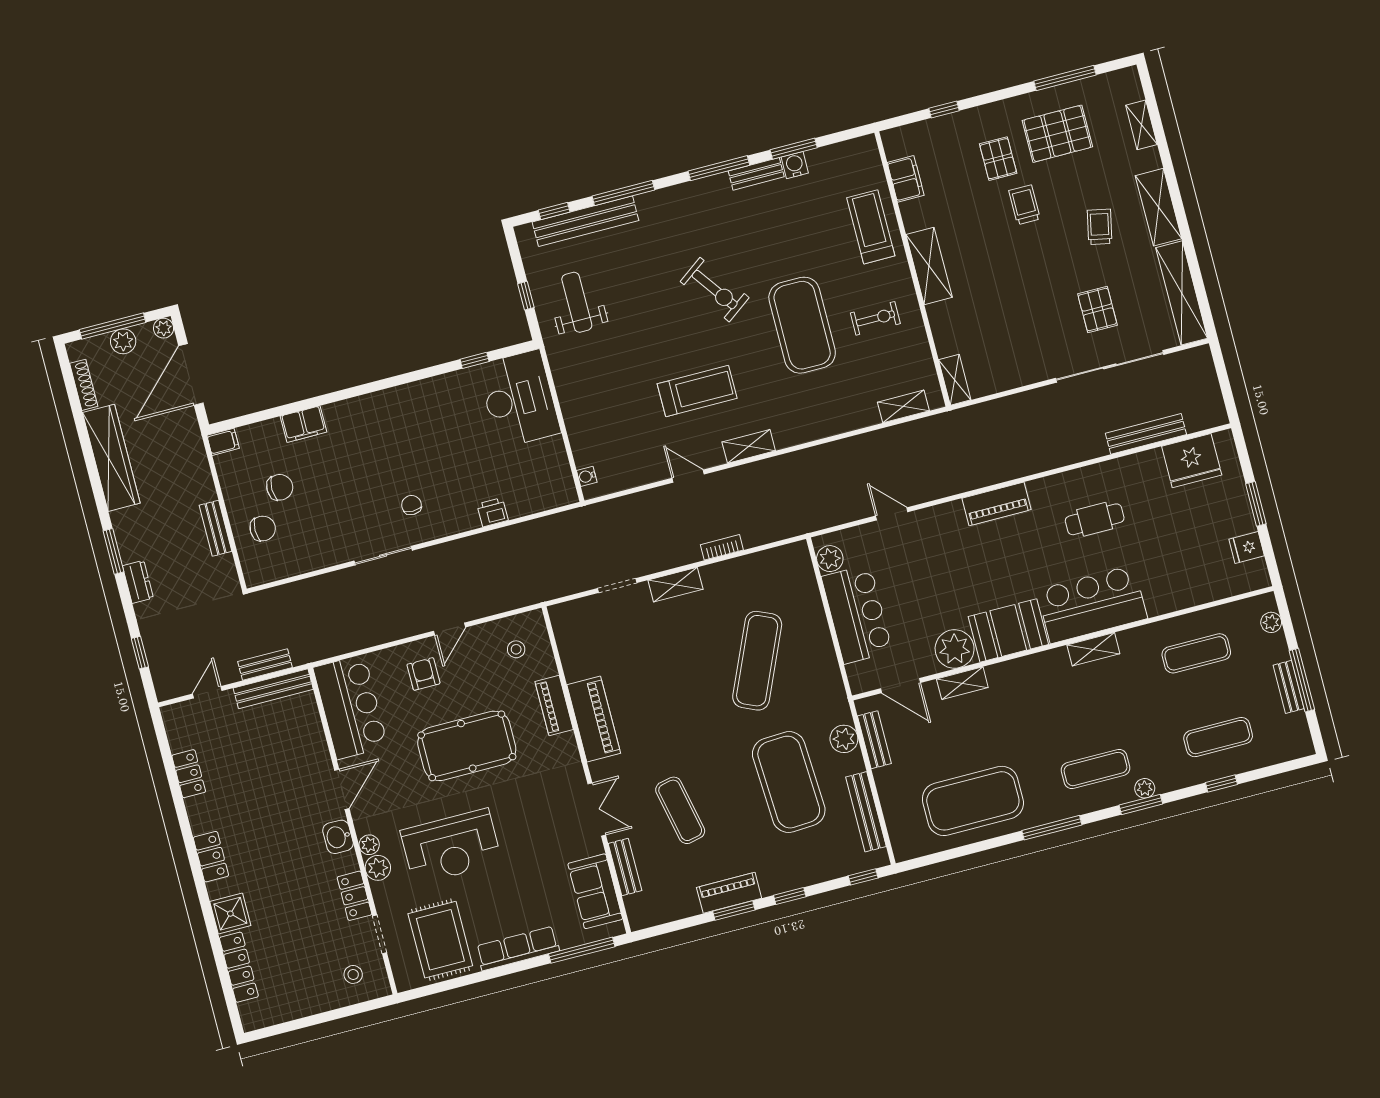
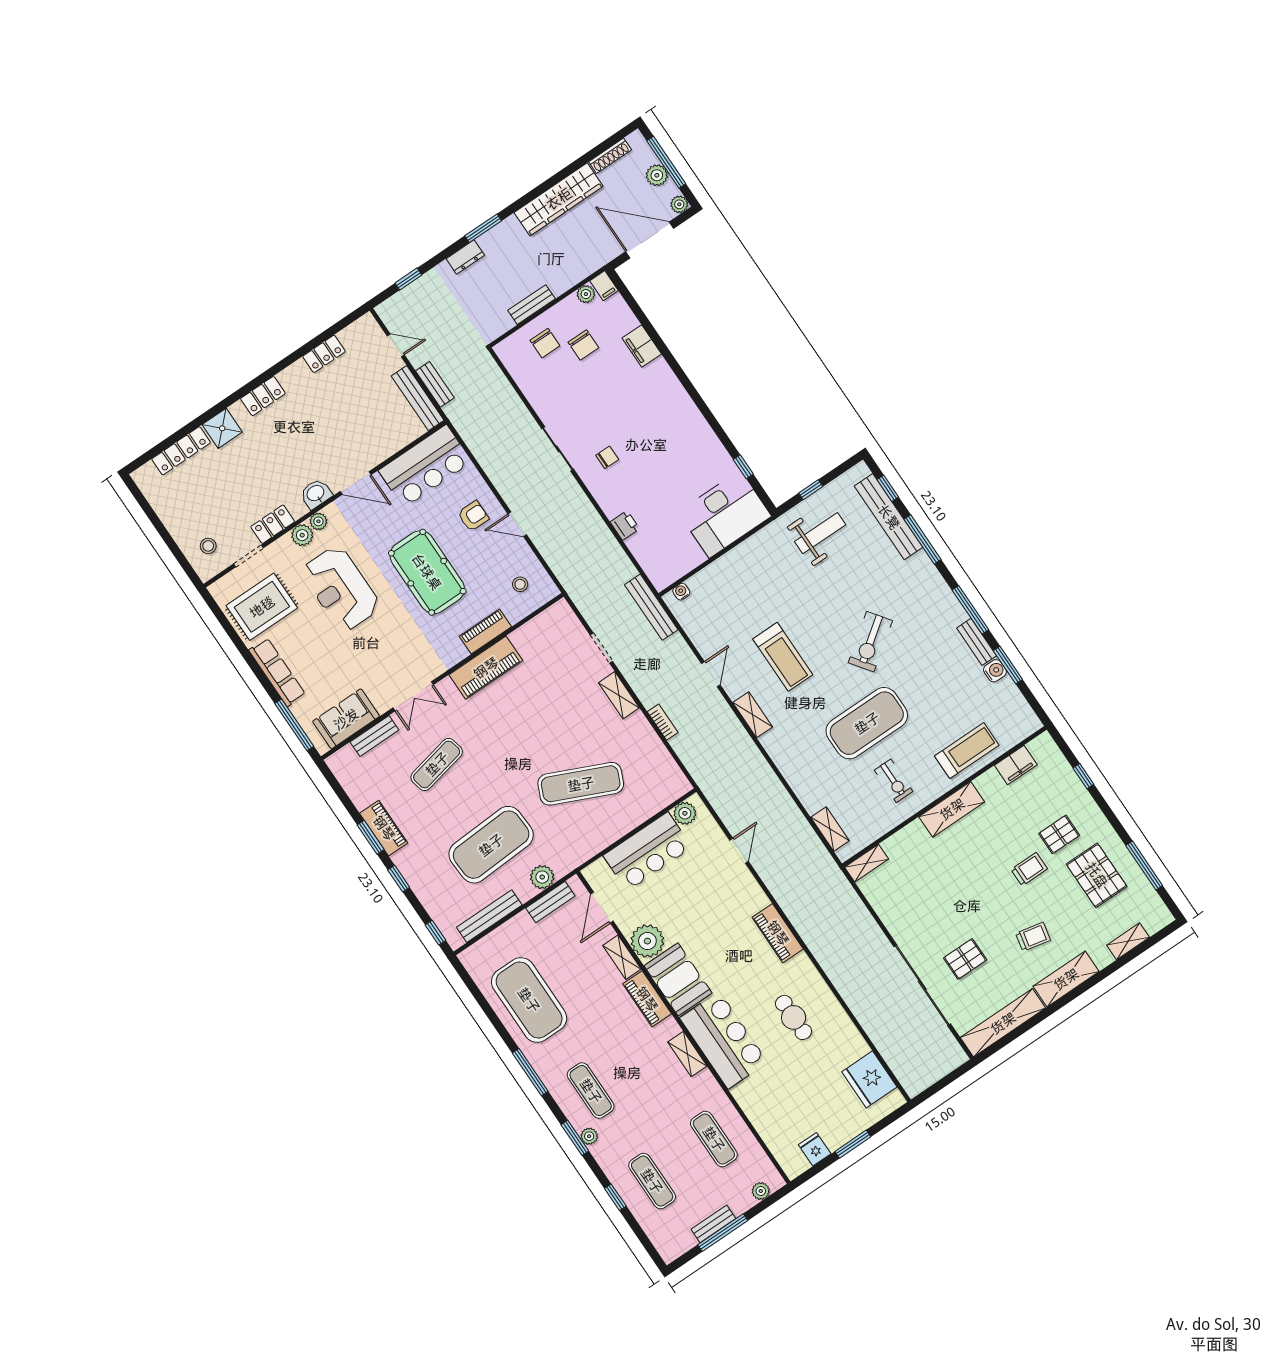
bench: (1146, 434) -> (651, 607), moved
plant: (225, 465) -> (586, 294), added
piano: (1017, 672) -> (647, 999), added

